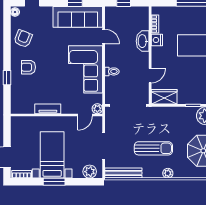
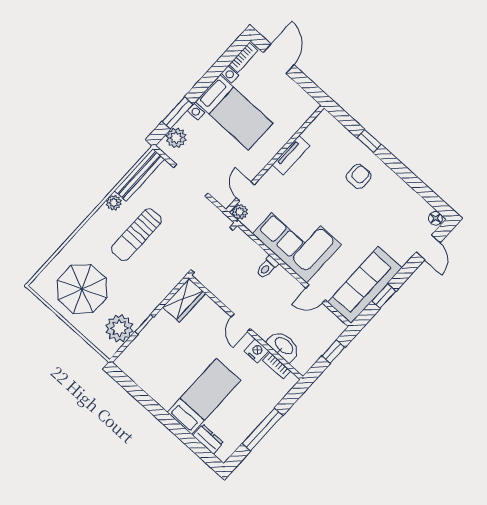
armchair: (23, 39) -> (397, 200), removed
washbasin: (143, 41) -> (284, 346), moved
door: (150, 76) -> (241, 323), moved
plant: (168, 173) -> (114, 203), moved
window: (54, 182) -> (177, 113), moved

